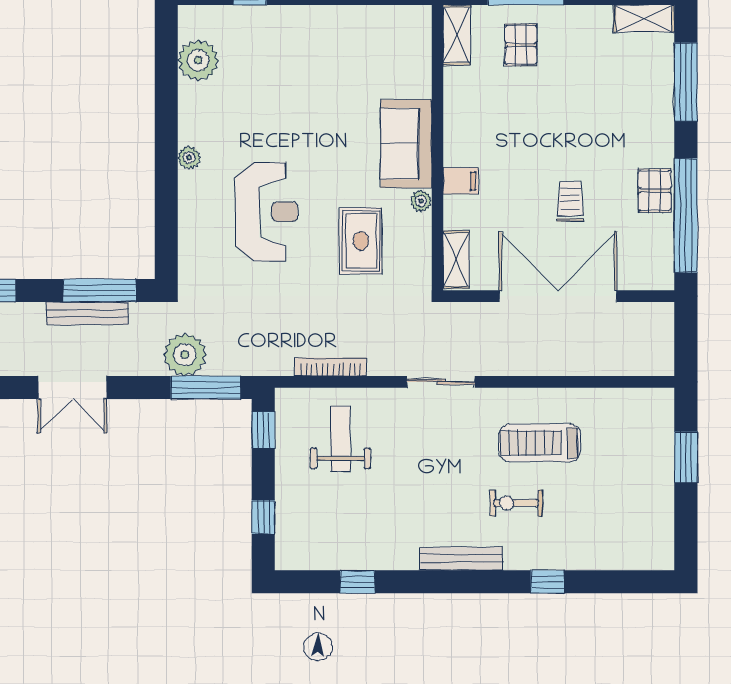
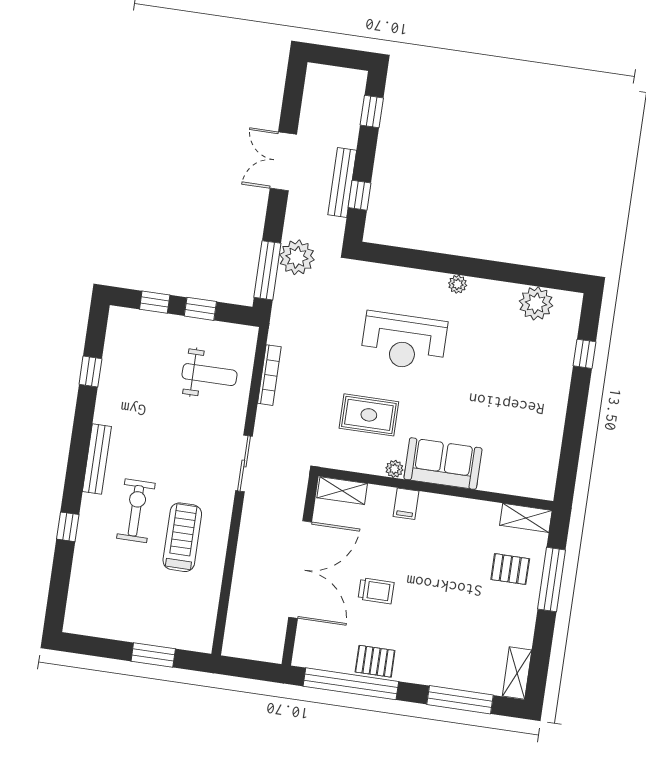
window: (100, 290) -> (359, 195), width x0.46
window: (263, 430) -> (200, 309), moved
exercise bike: (516, 503) -> (136, 511), width x1.38, depth x1.39

